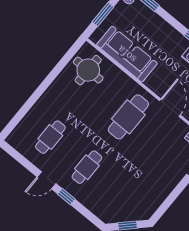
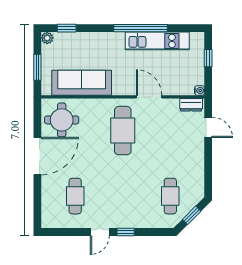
door: (47, 83) -> (37, 156), added
cafe table: (87, 167) -> (170, 196), moved

